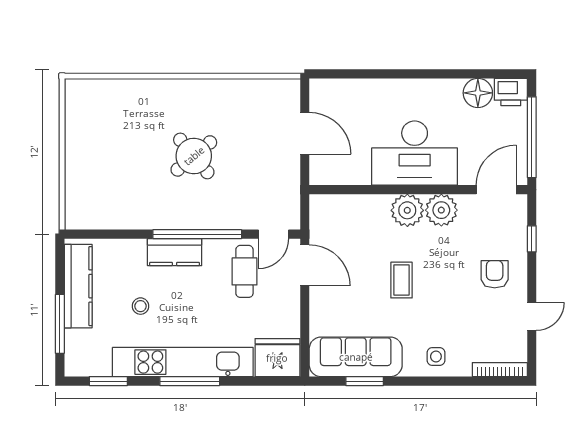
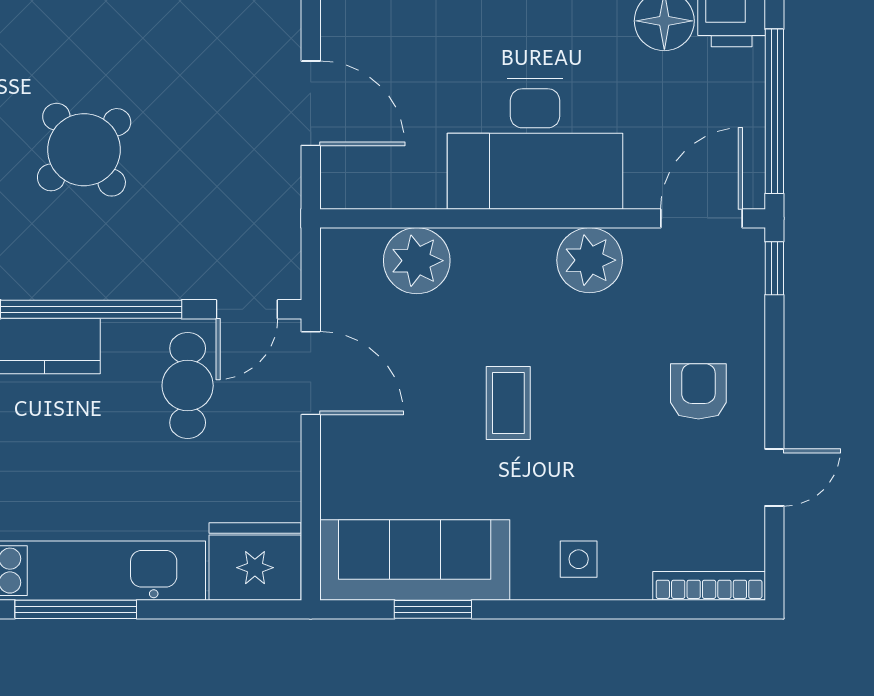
plant: (407, 210) -> (417, 261), moved
window: (532, 239) -> (774, 268), moved

